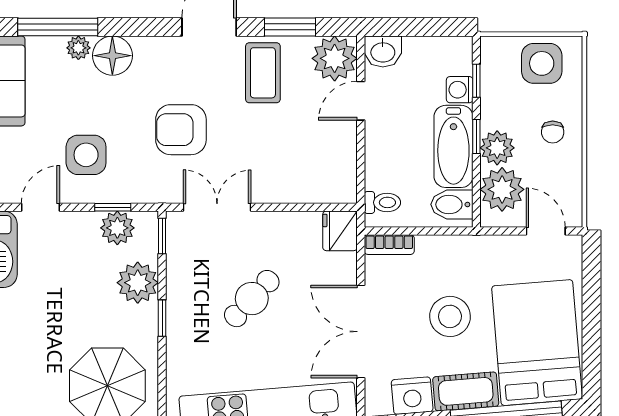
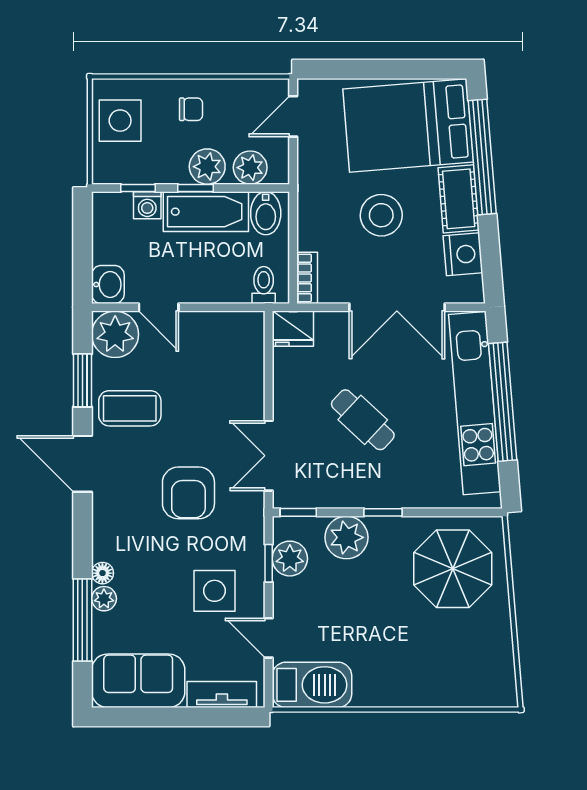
floor lamp: (112, 56) -> (102, 573), width x0.53, depth x0.53
plant: (502, 189) -> (250, 168), width x0.73, depth x0.73

